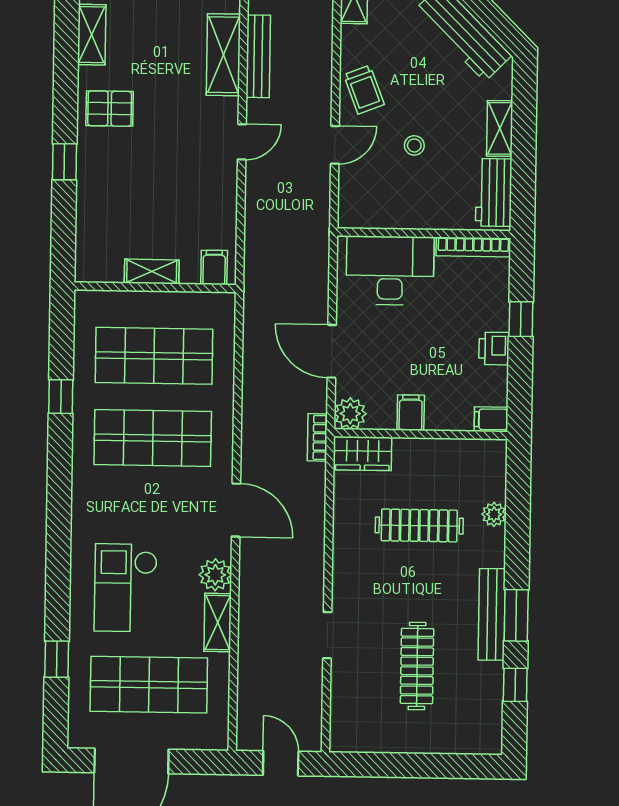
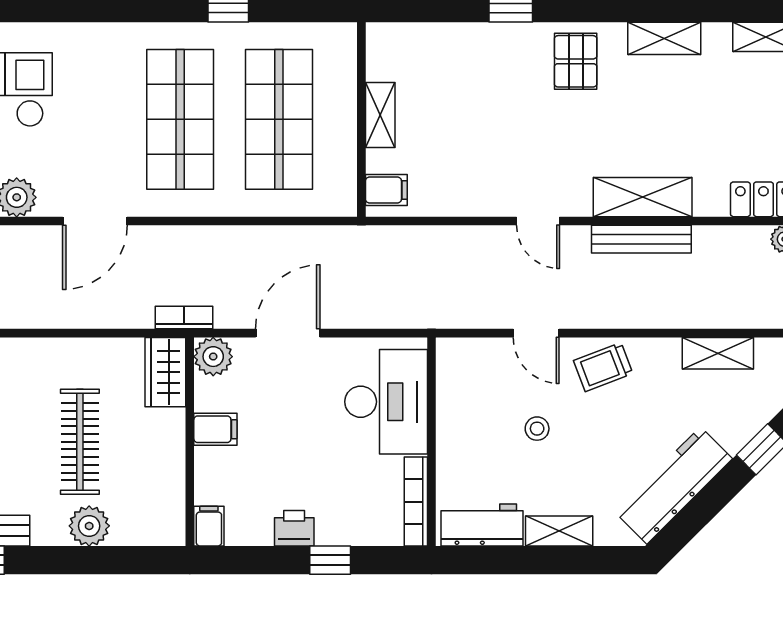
plant: (494, 514) -> (89, 526), width x1.38, depth x1.38

